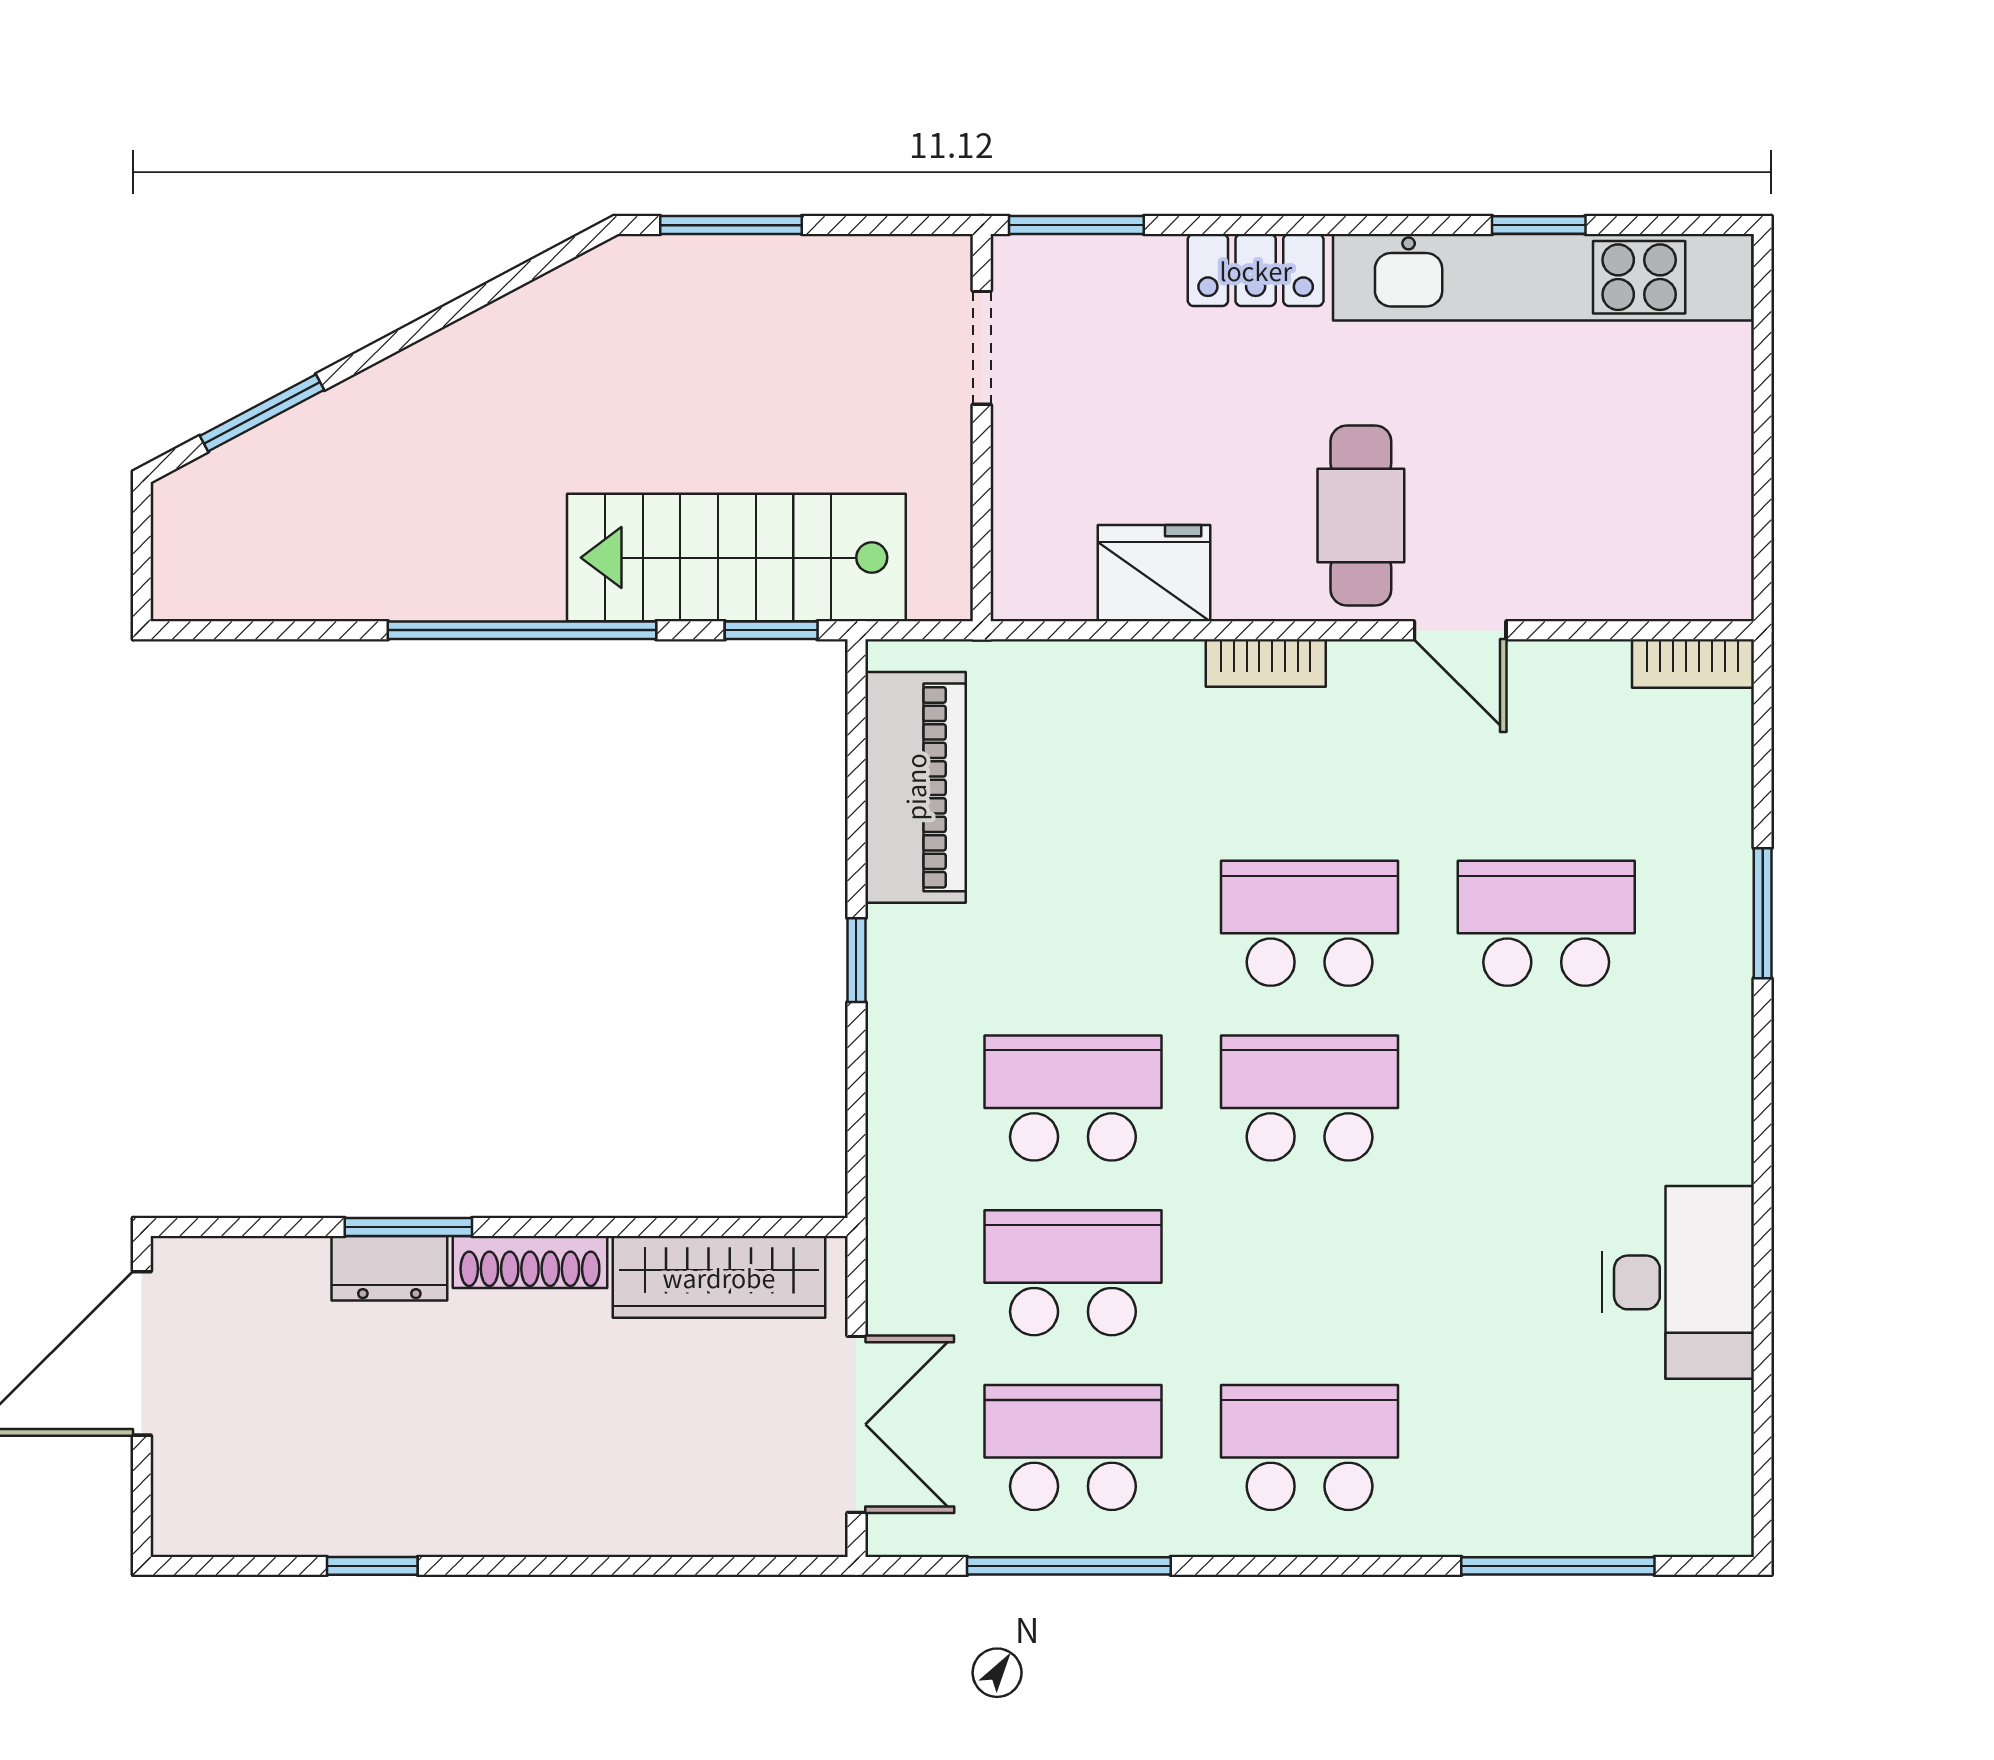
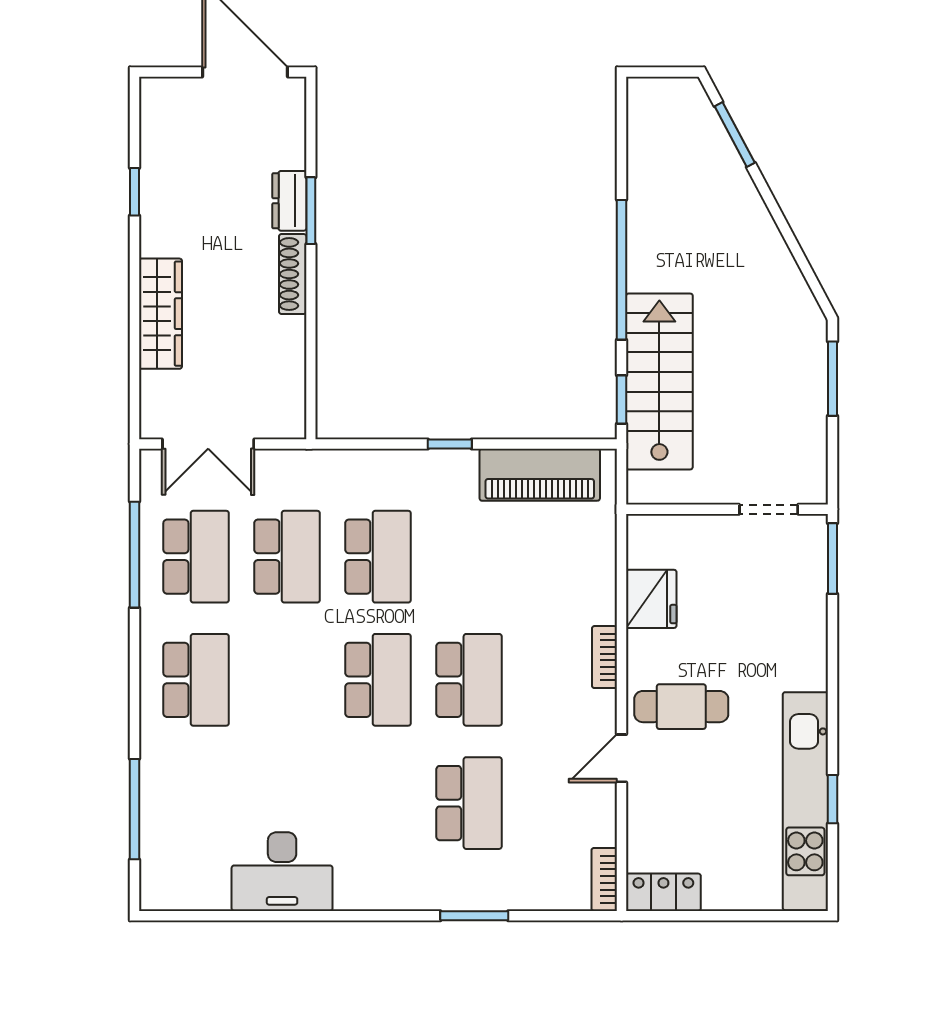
locker: (1256, 270) -> (663, 892), moved, turned 90
wardrobe: (719, 1277) -> (160, 314), moved, turned 180

